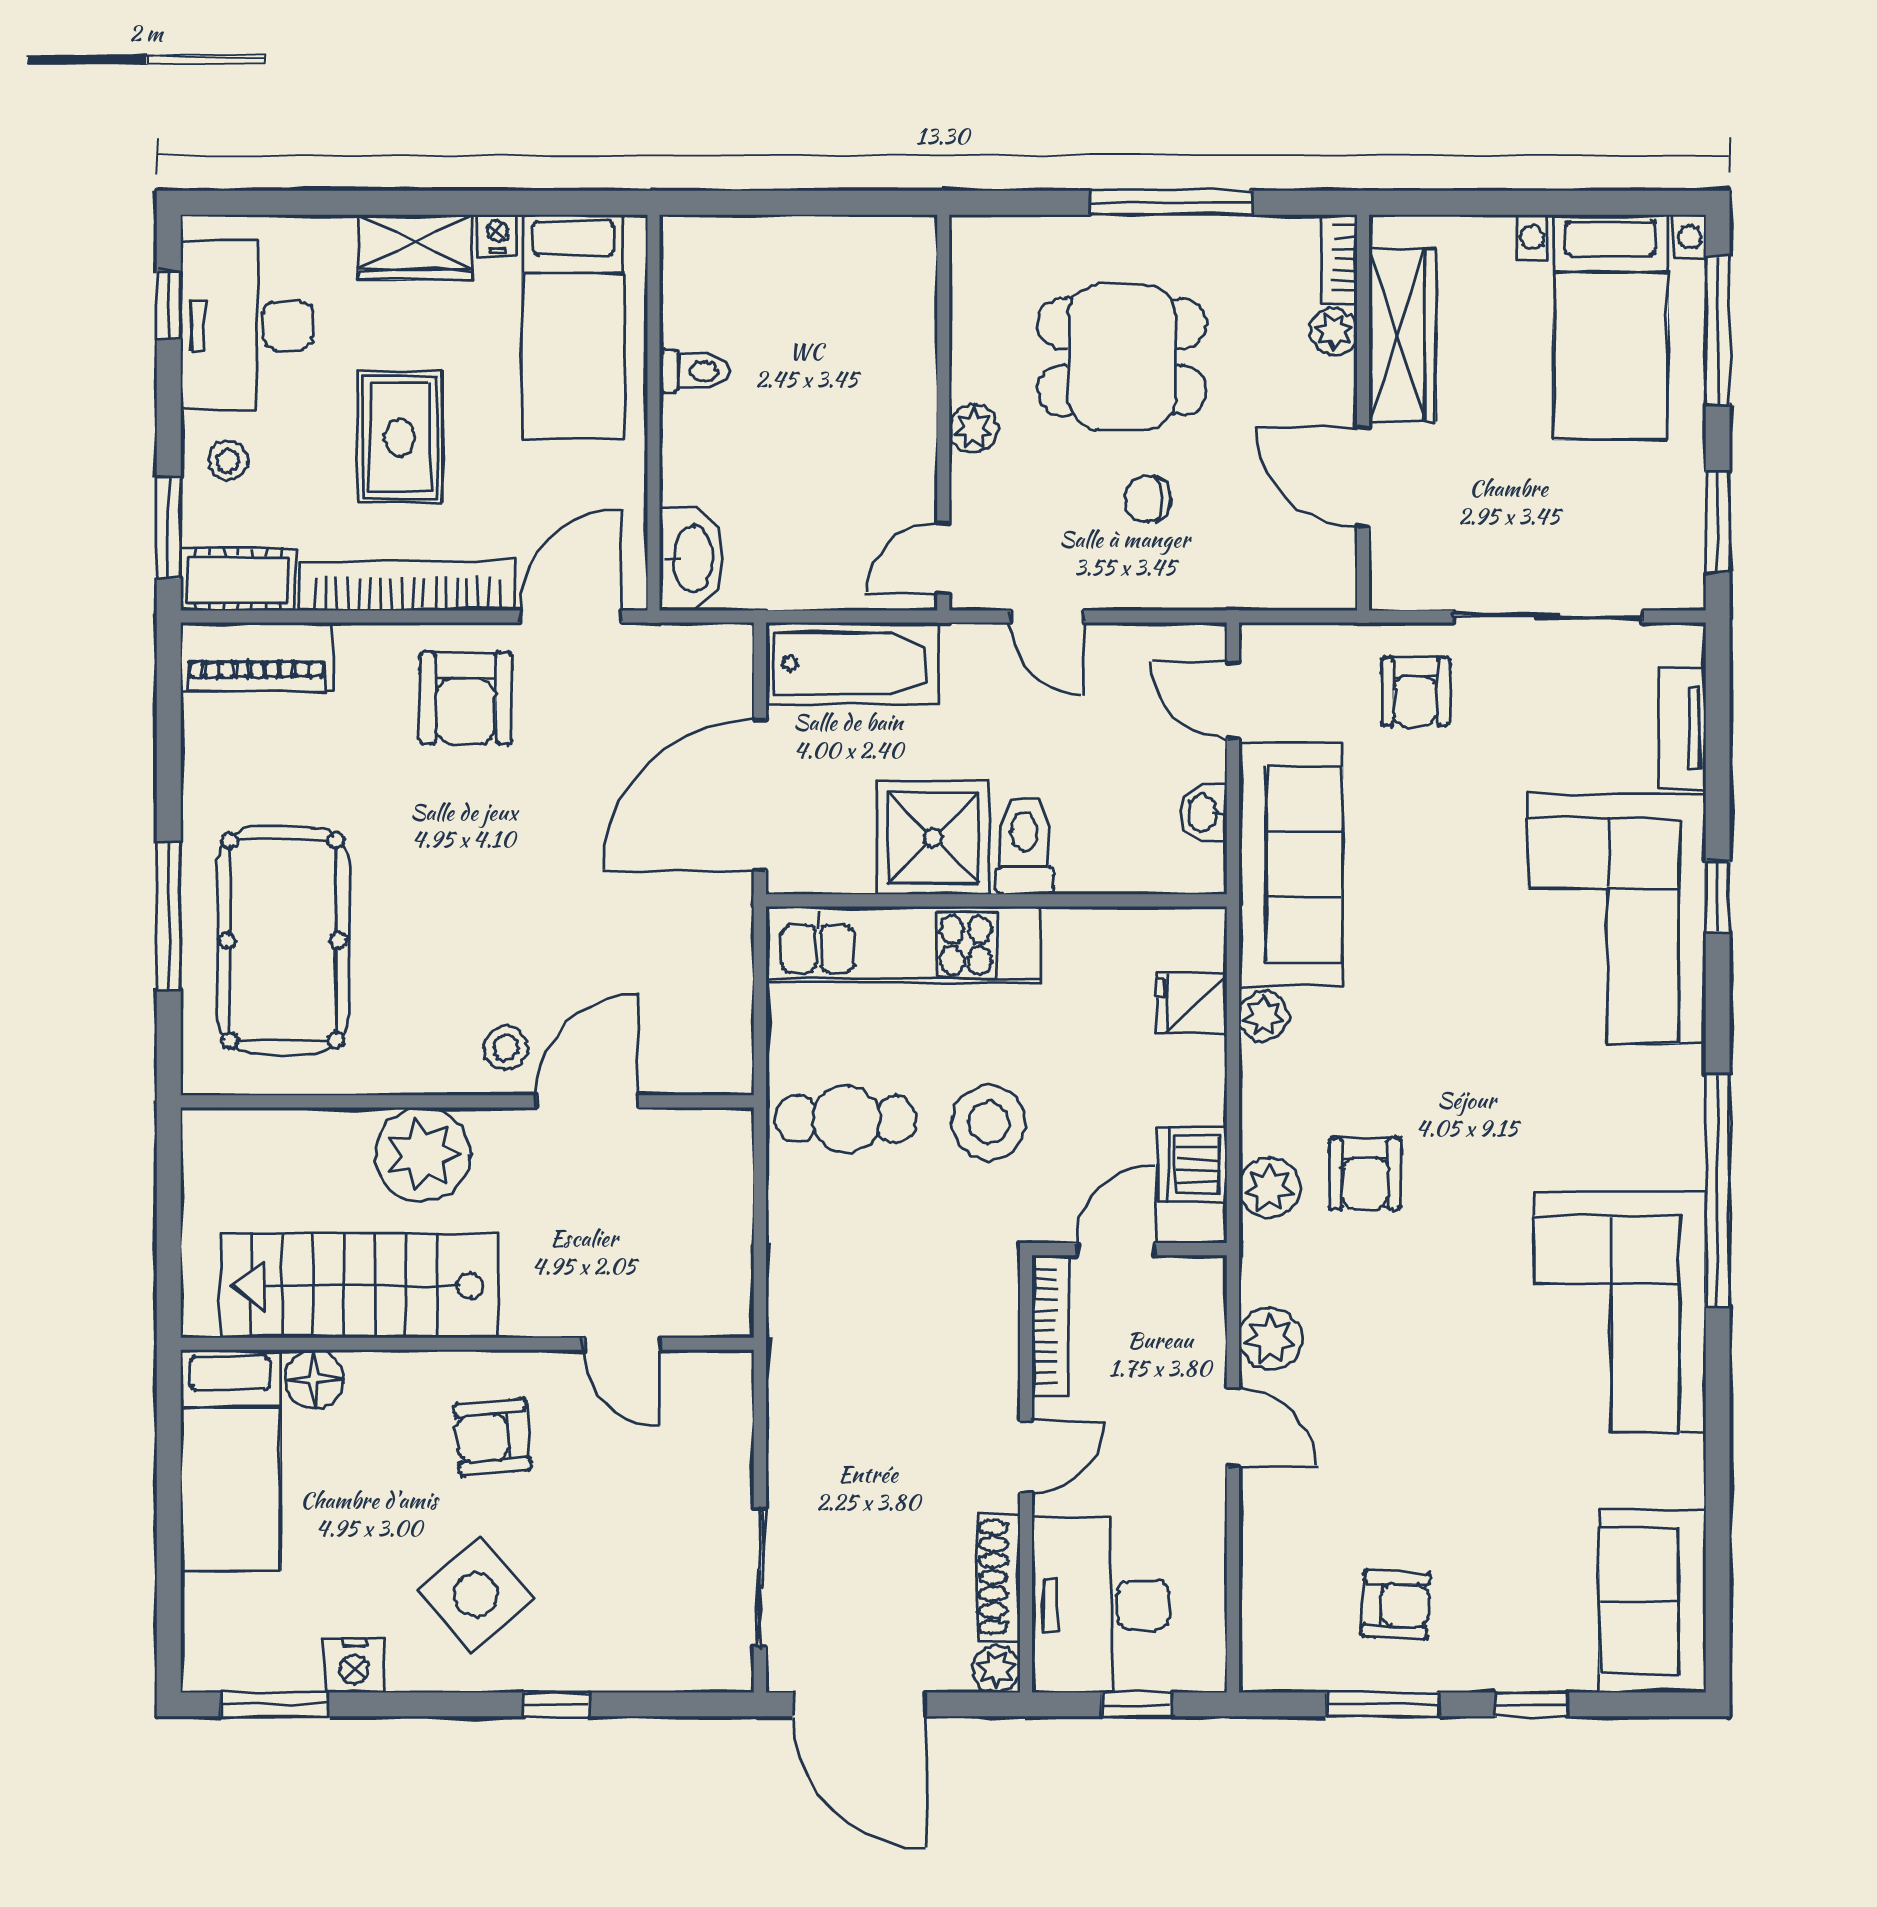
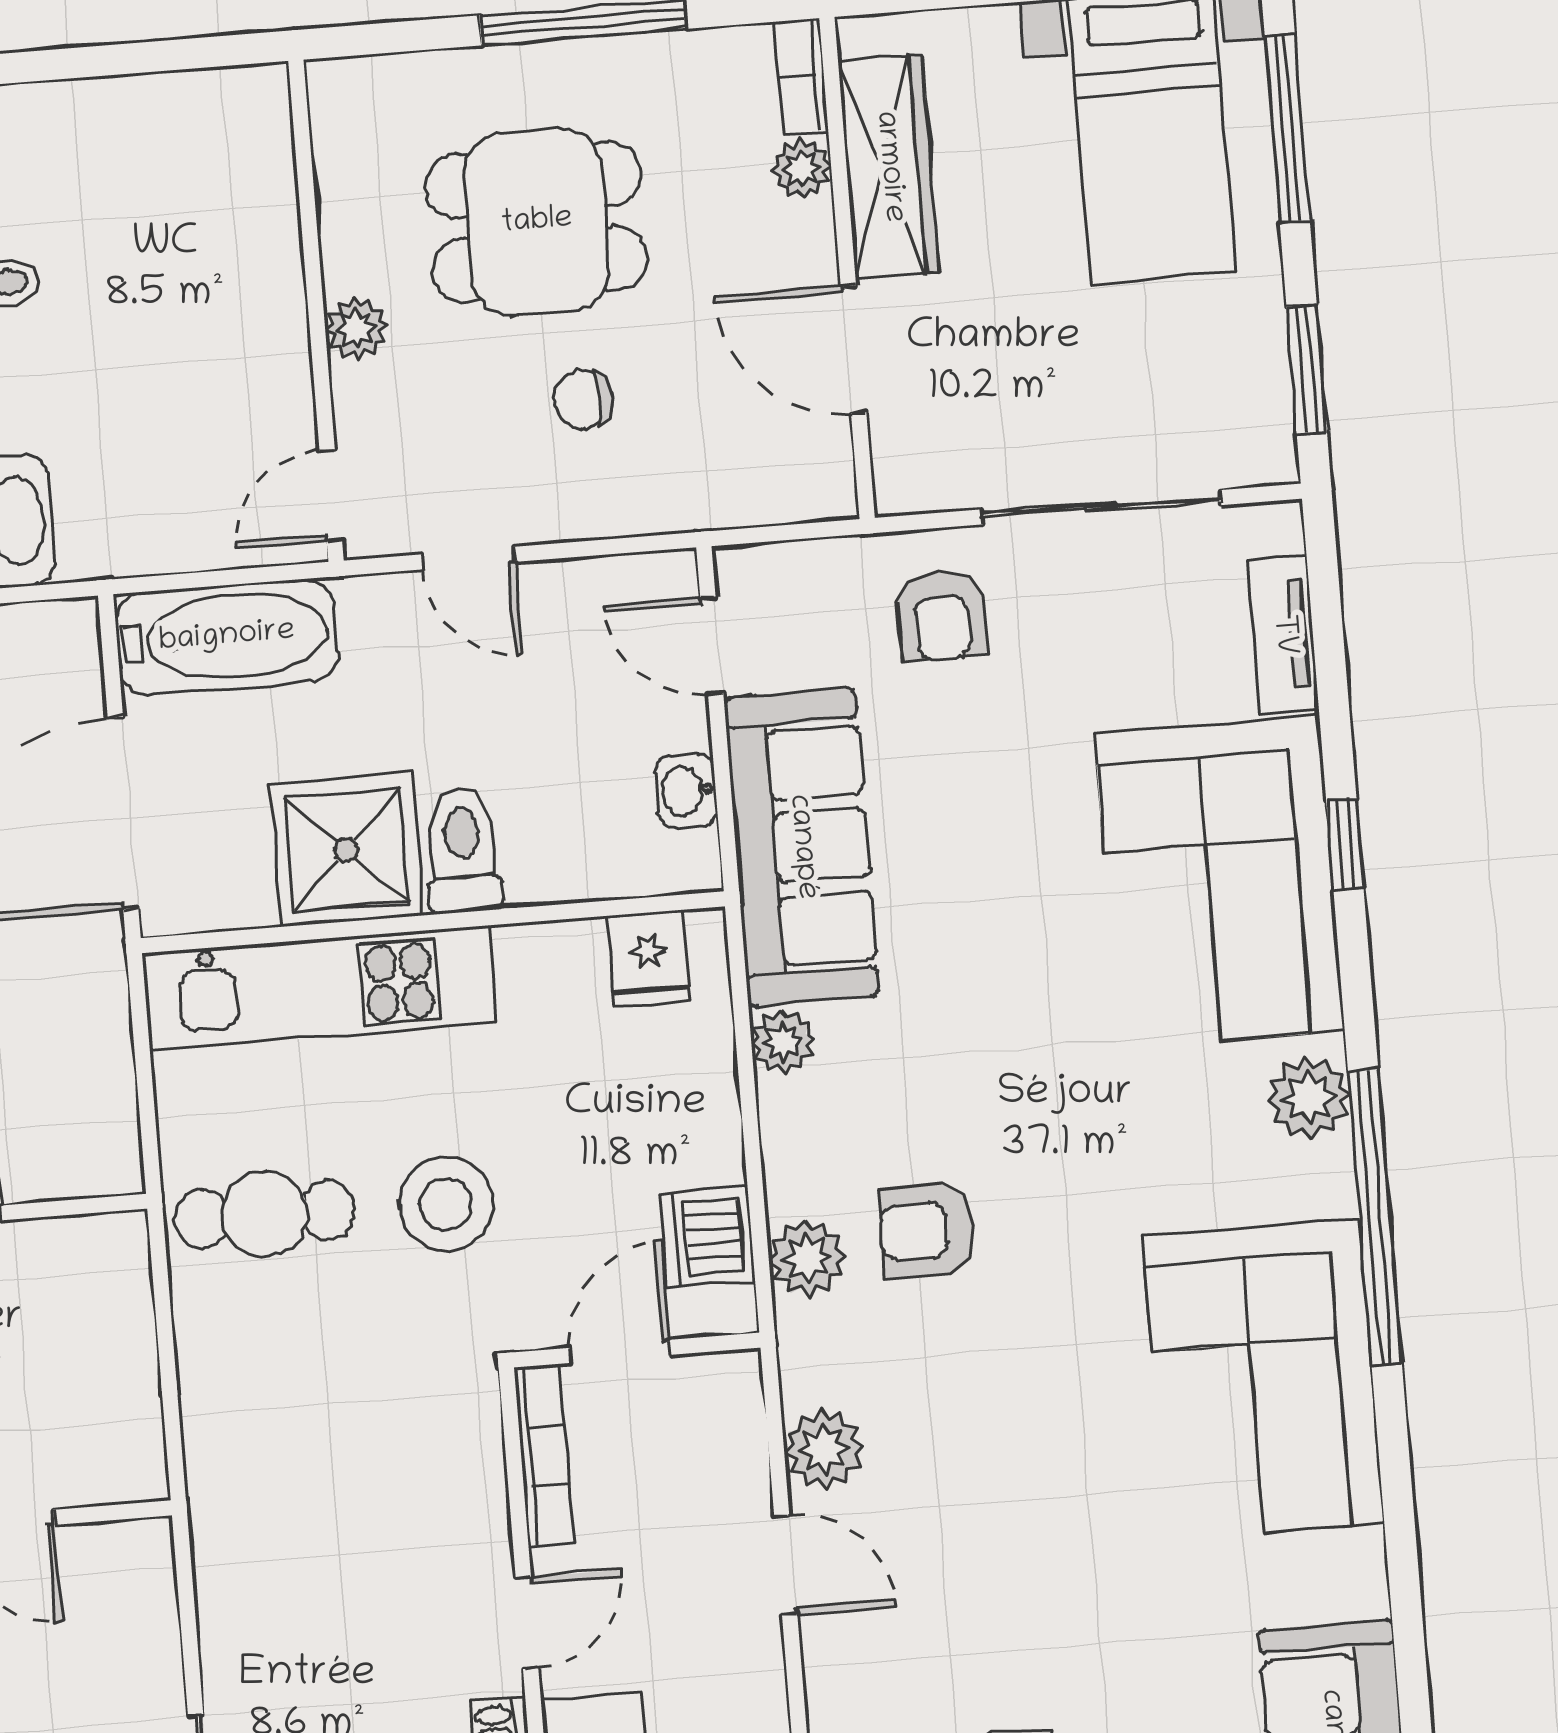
fridge: (1191, 1003) -> (648, 958), moved, turned -90
plant: (1673, 1094) -> (1309, 1098), added
armchair: (1365, 1174) -> (927, 1230), turned 90

